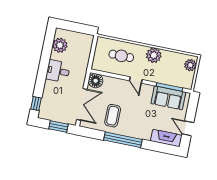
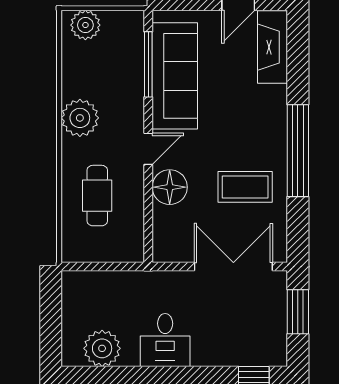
floor lamp: (96, 81) -> (170, 187), moved
sofa: (168, 98) -> (175, 76), width x1.36

